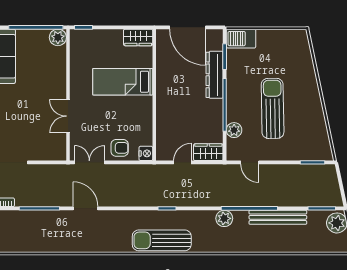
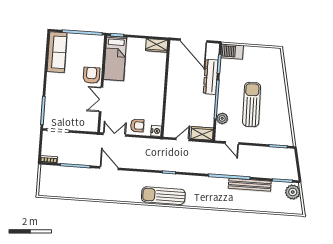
plant: (58, 37) -> (98, 41), removed
bed: (123, 82) -> (115, 58), moved, turned -90
armchair: (53, 84) -> (91, 75), added
plant: (224, 218) -> (210, 183), removed

